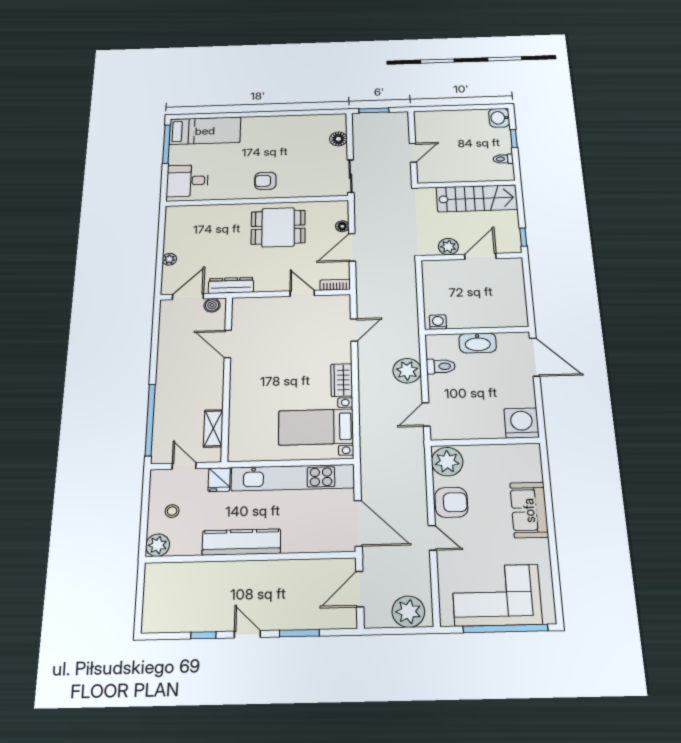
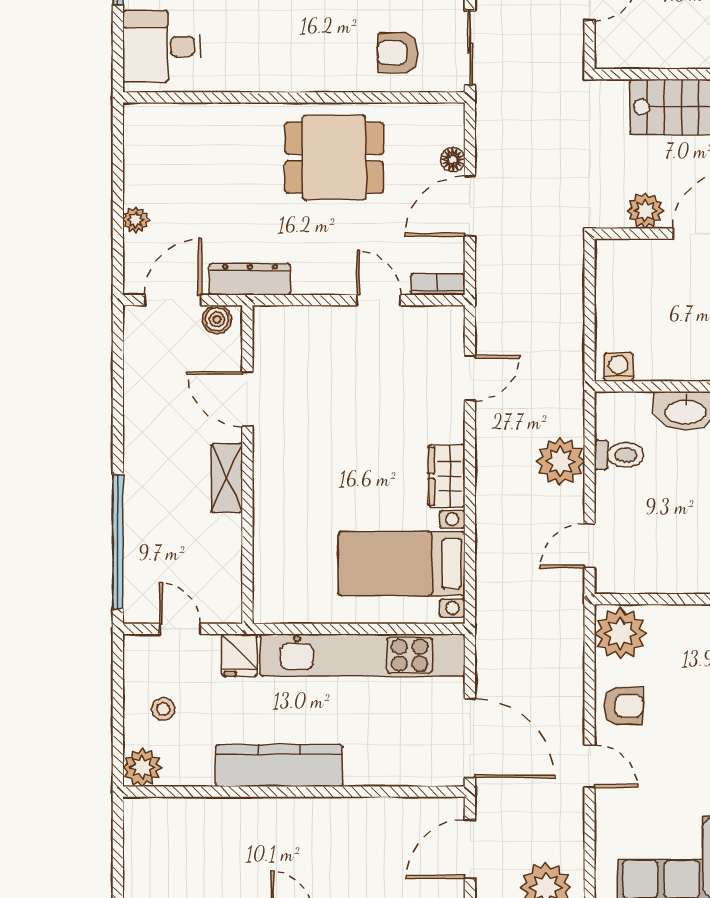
armchair: (265, 181) -> (398, 53), moved
shelving: (213, 428) -> (227, 478), moved
armchair: (451, 502) -> (623, 706), width x0.72, depth x0.72

